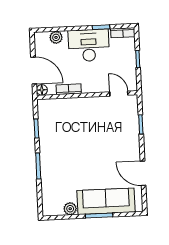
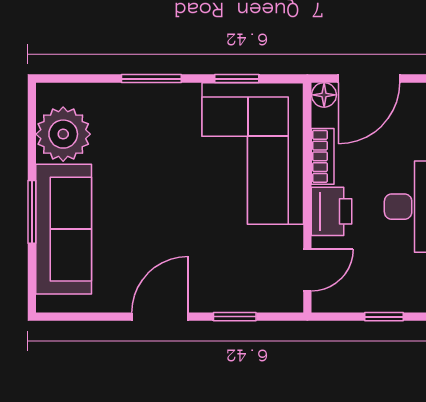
printer: (93, 84) -> (332, 211), added
corner sofa: (69, 120) -> (253, 153), added
door: (143, 173) -> (160, 317), moved
plant: (70, 209) -> (63, 134), width x1.87, depth x1.87

